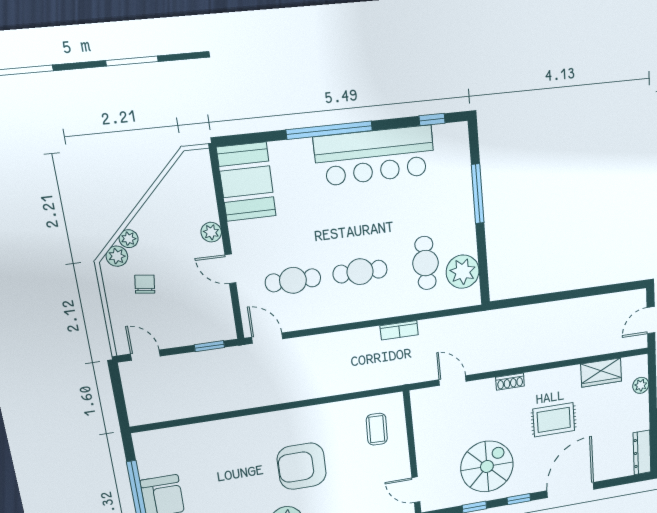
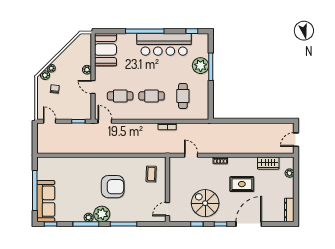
plant: (463, 272) -> (201, 66), moved
armchair: (302, 466) -> (113, 187), turned 180
spiral stairs: (487, 466) -> (205, 203), turned -90
door: (416, 490) -> (168, 209), hinge flipped

